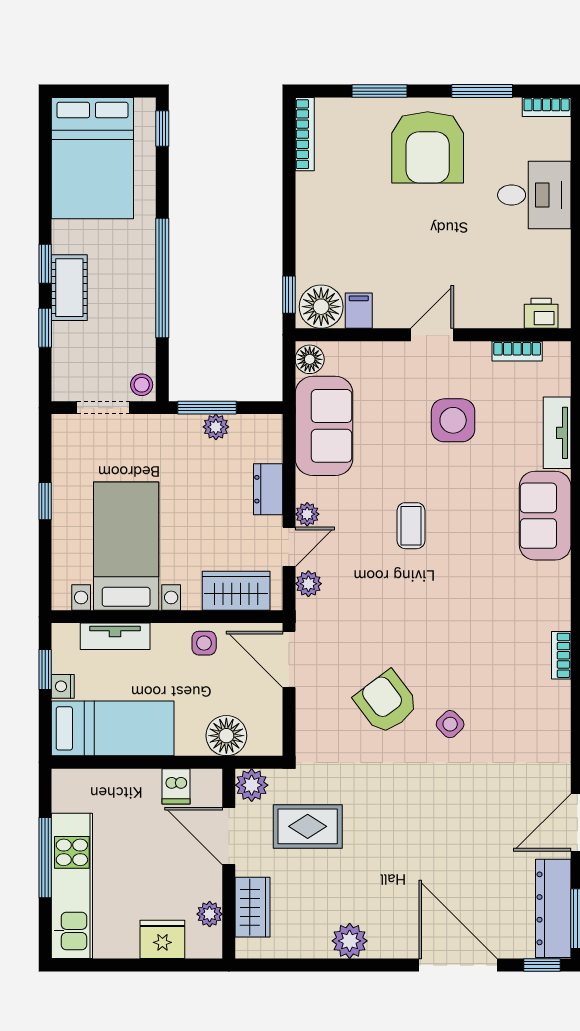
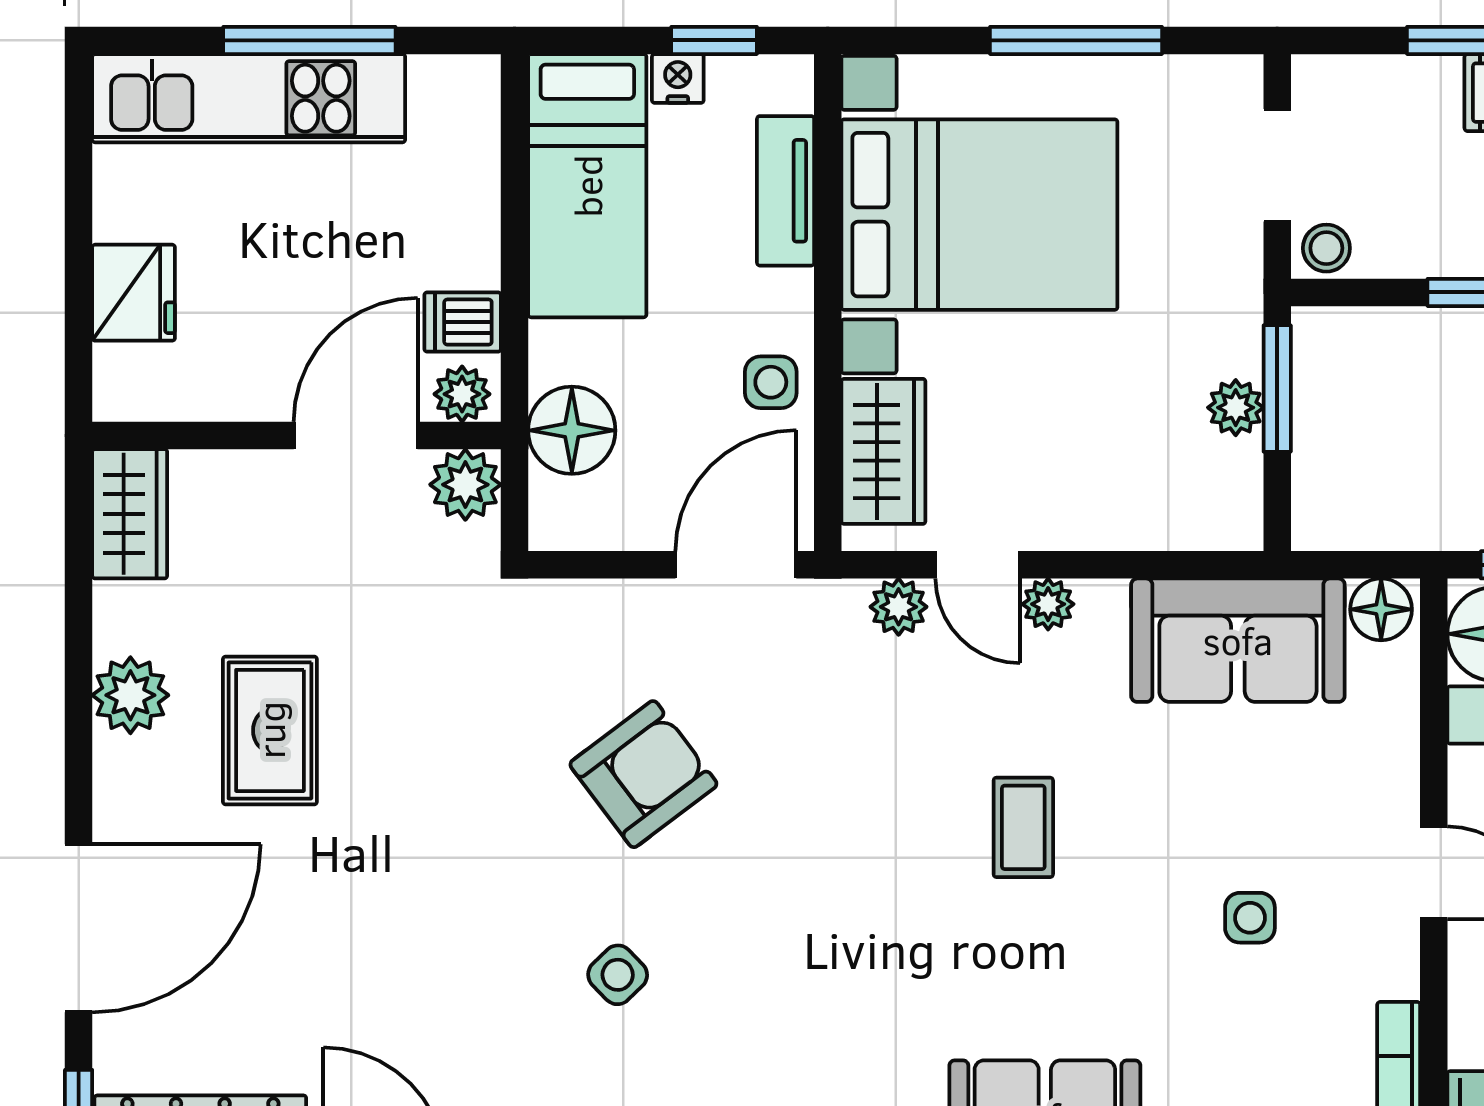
side table: (453, 420) -> (1250, 918), width x0.54, depth x0.54
dresser: (268, 489) -> (1102, 520), removed
window: (45, 501) -> (1076, 40), width x2.17
coffee table: (411, 526) -> (1023, 827), turned 90
bed with nightstands: (126, 546) -> (979, 215), width x1.36
side table: (450, 724) -> (618, 975), moved
rug: (308, 826) -> (270, 730), moved
wardrobe: (253, 907) -> (130, 514), moved, turned -90
plant: (210, 914) -> (462, 394), moved

